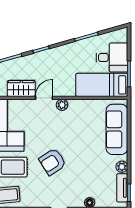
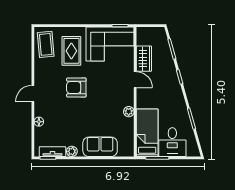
plant: (62, 105) -> (129, 112), moved
sofa: (117, 129) -> (100, 147), width x0.73
armchair: (52, 162) -> (76, 87), turned -57

